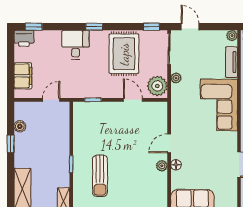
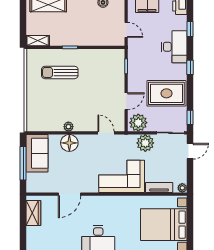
window: (34, 27) -> (190, 29), moved
desk: (76, 45) -> (174, 47), width x1.37
plant: (176, 78) -> (145, 143), width x1.87, depth x1.87
door: (169, 143) -> (106, 133), moved
floor lamp: (176, 165) -> (69, 143), width x1.89, depth x1.89

